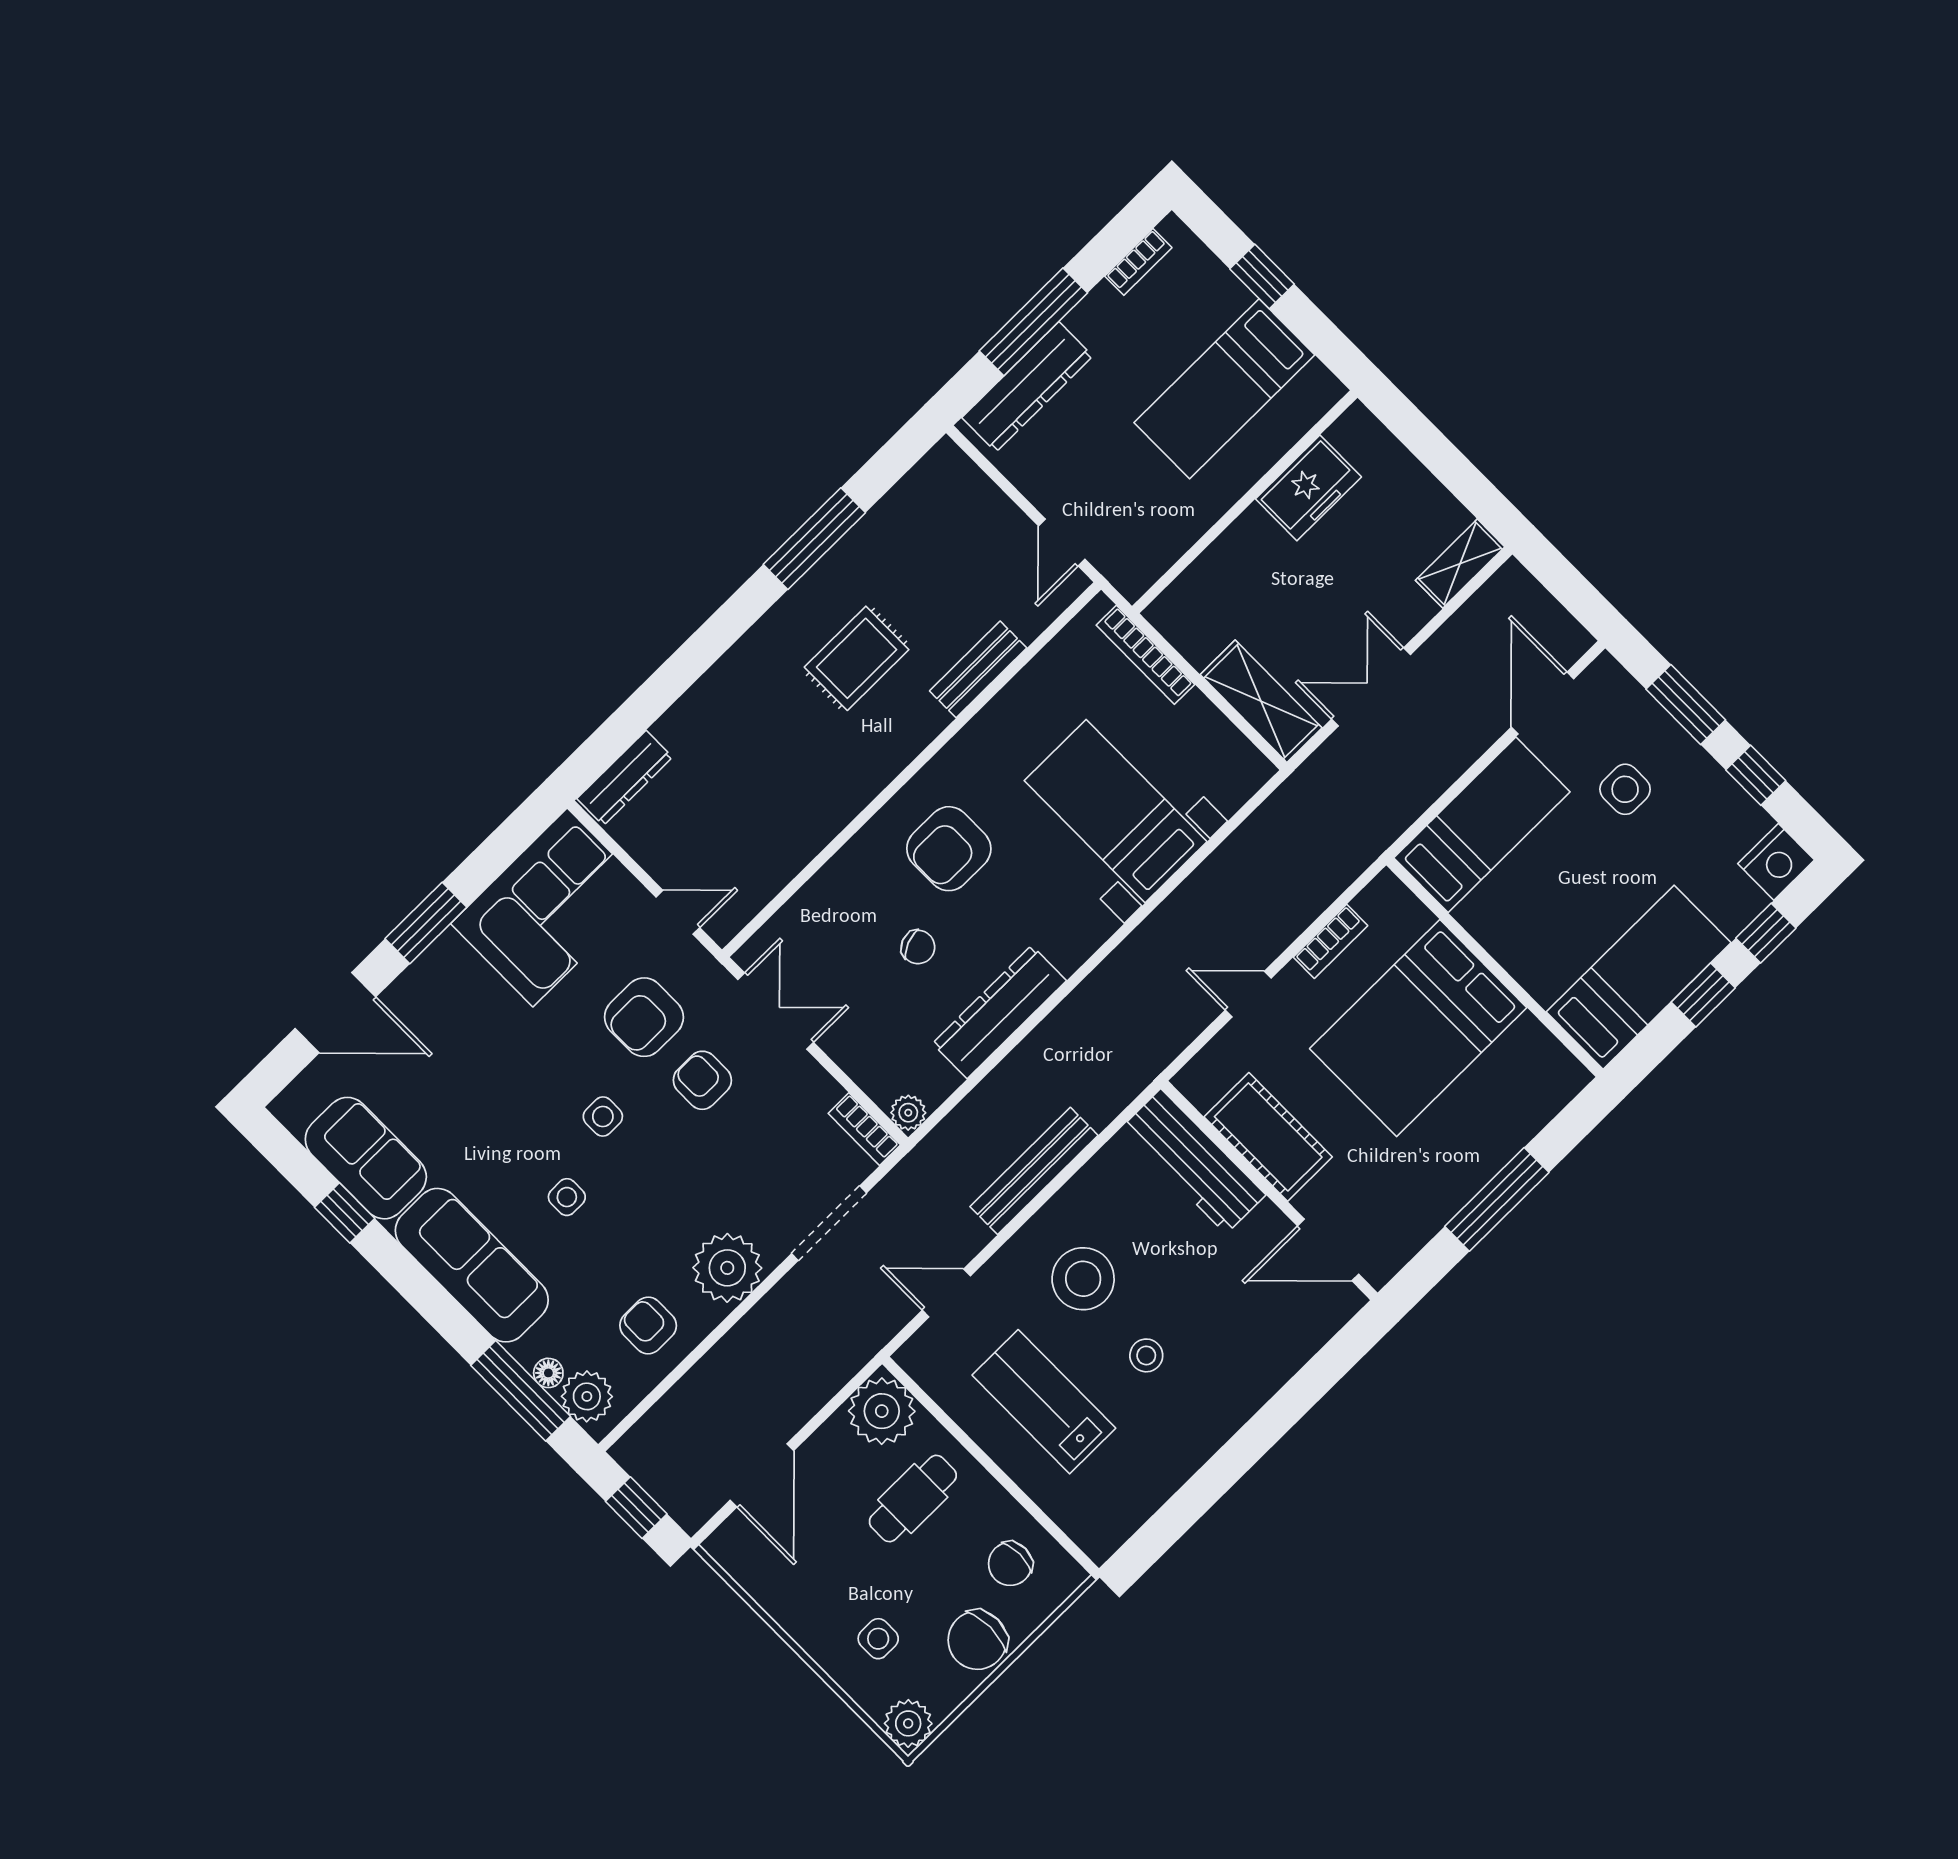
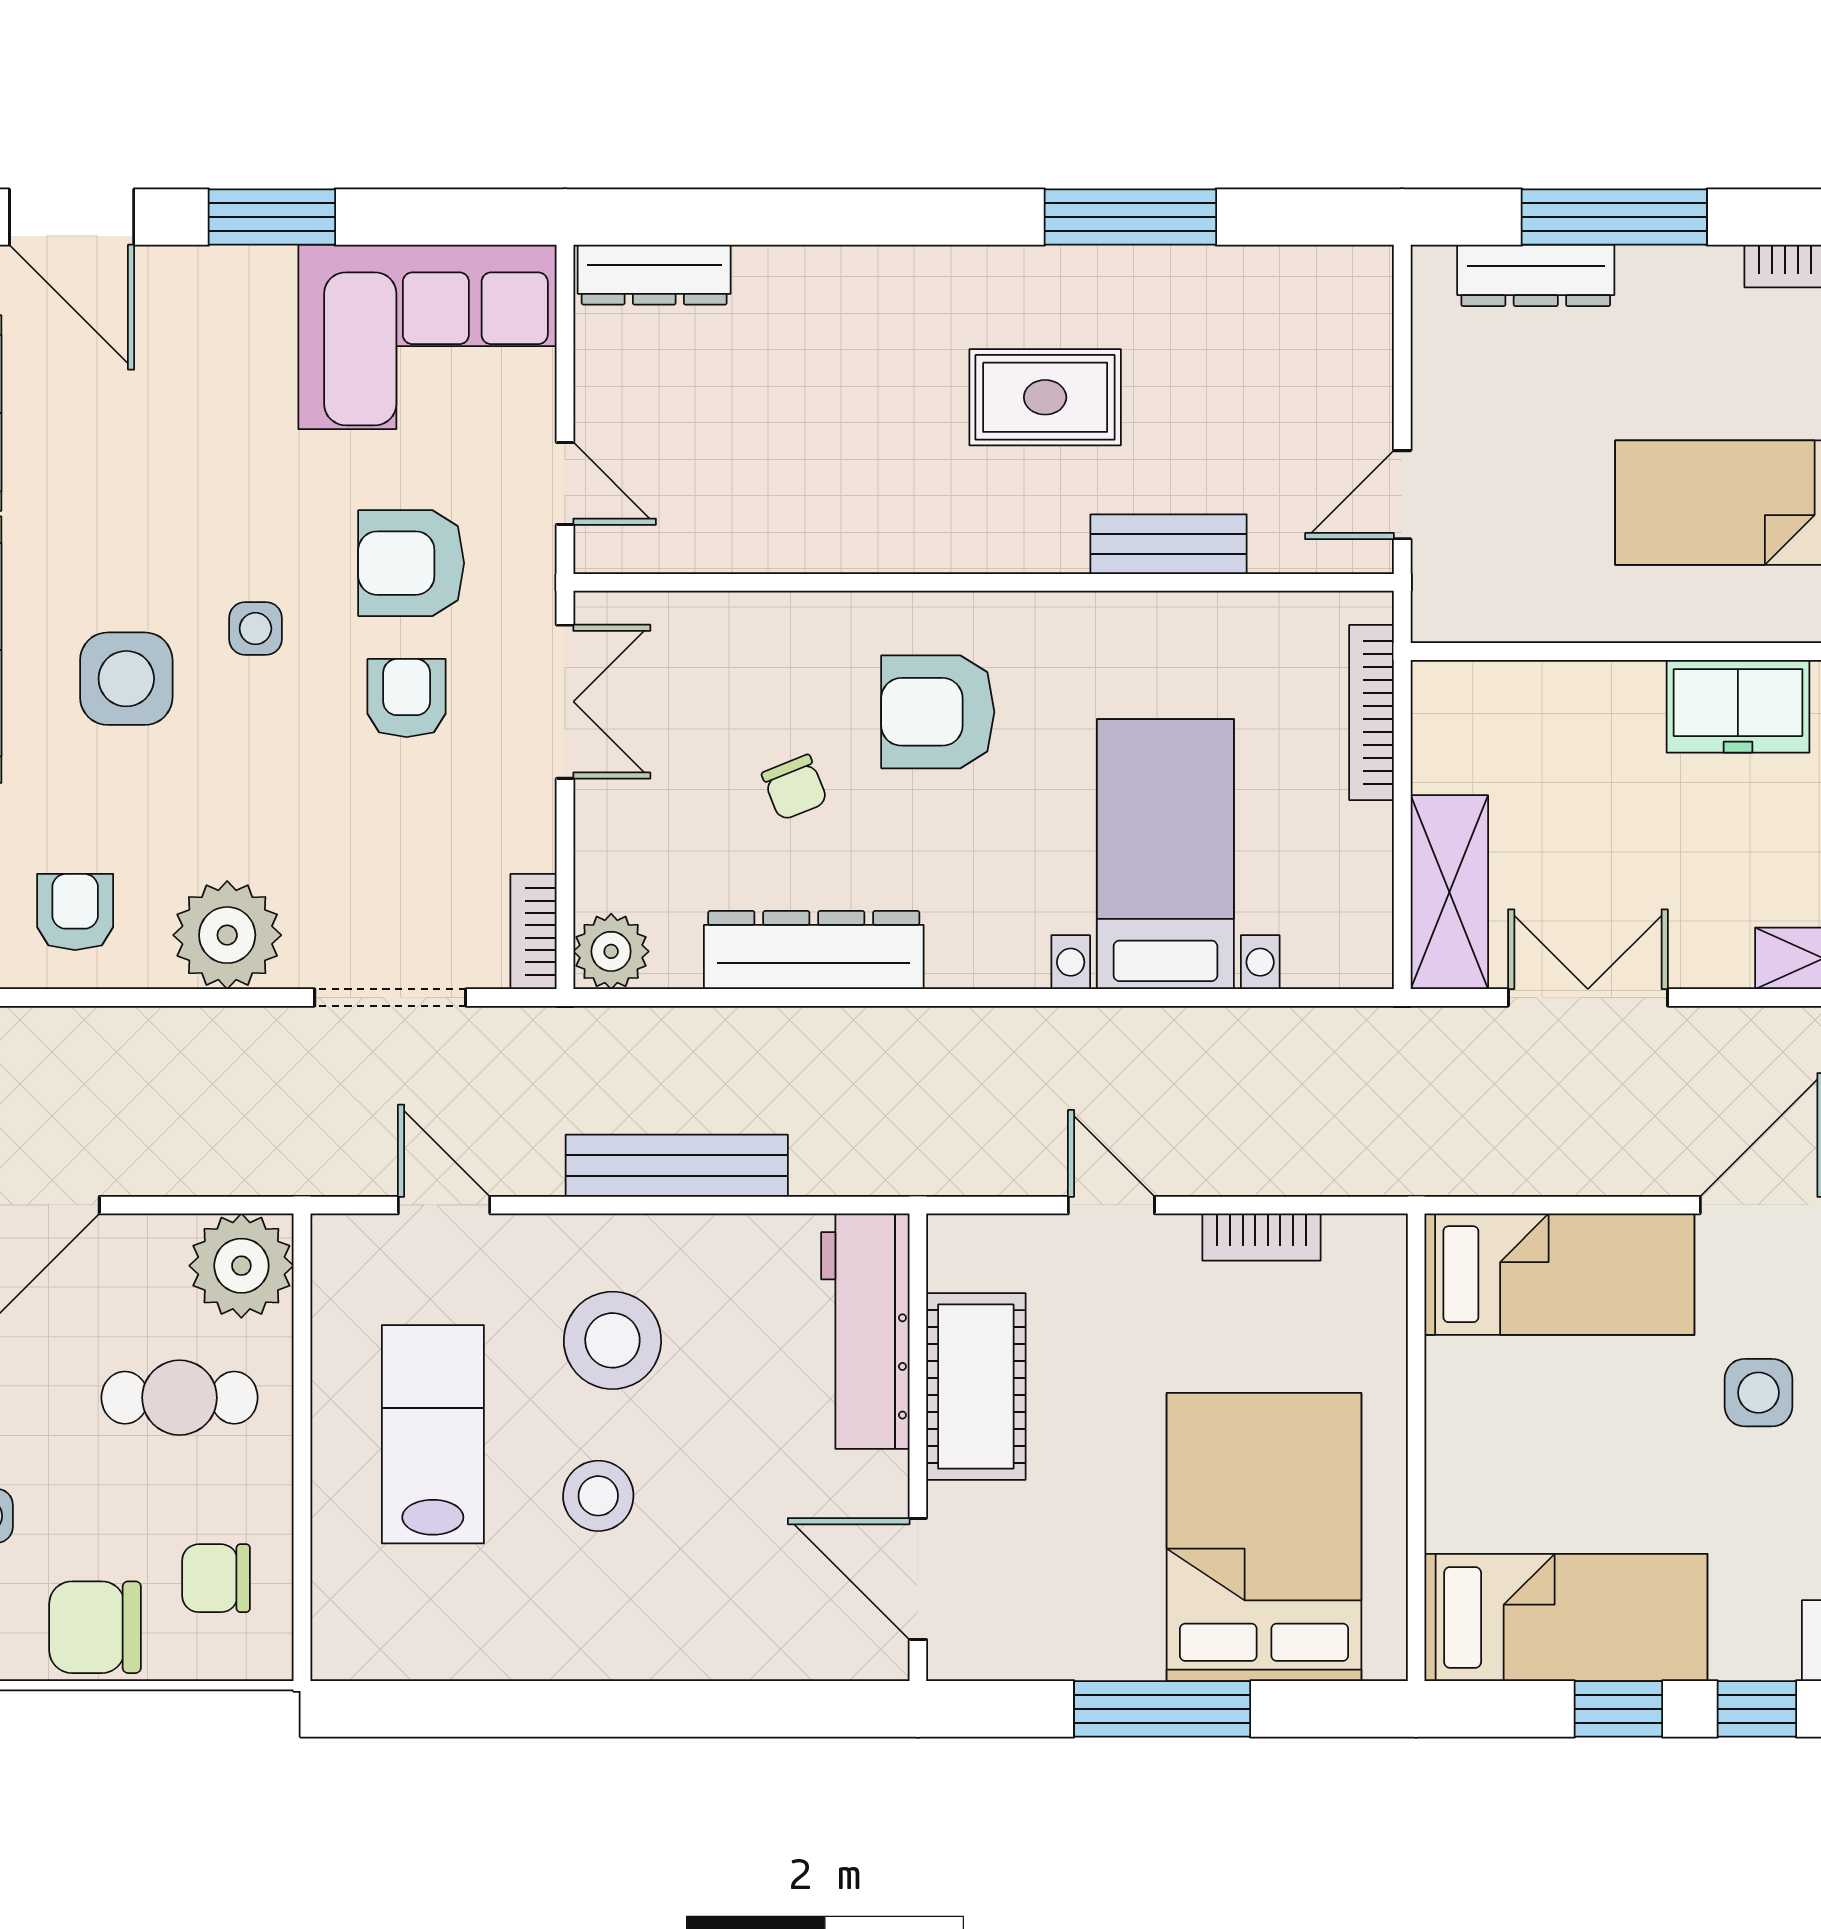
dresser: (1027, 387) -> (1536, 275), width x0.73, depth x0.80
bed: (1418, 1028) -> (1264, 1537), moved, turned 90
plant: (908, 1113) -> (611, 951), width x1.38, depth x1.38
side table: (567, 1197) -> (126, 679), width x1.87, depth x1.87
stool: (1146, 1355) -> (598, 1496), width x1.37, depth x1.37

